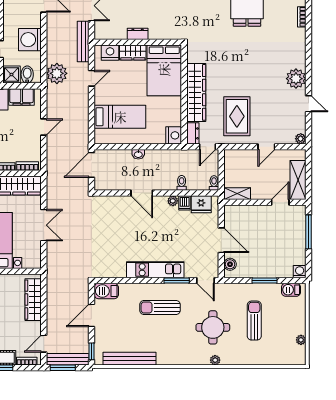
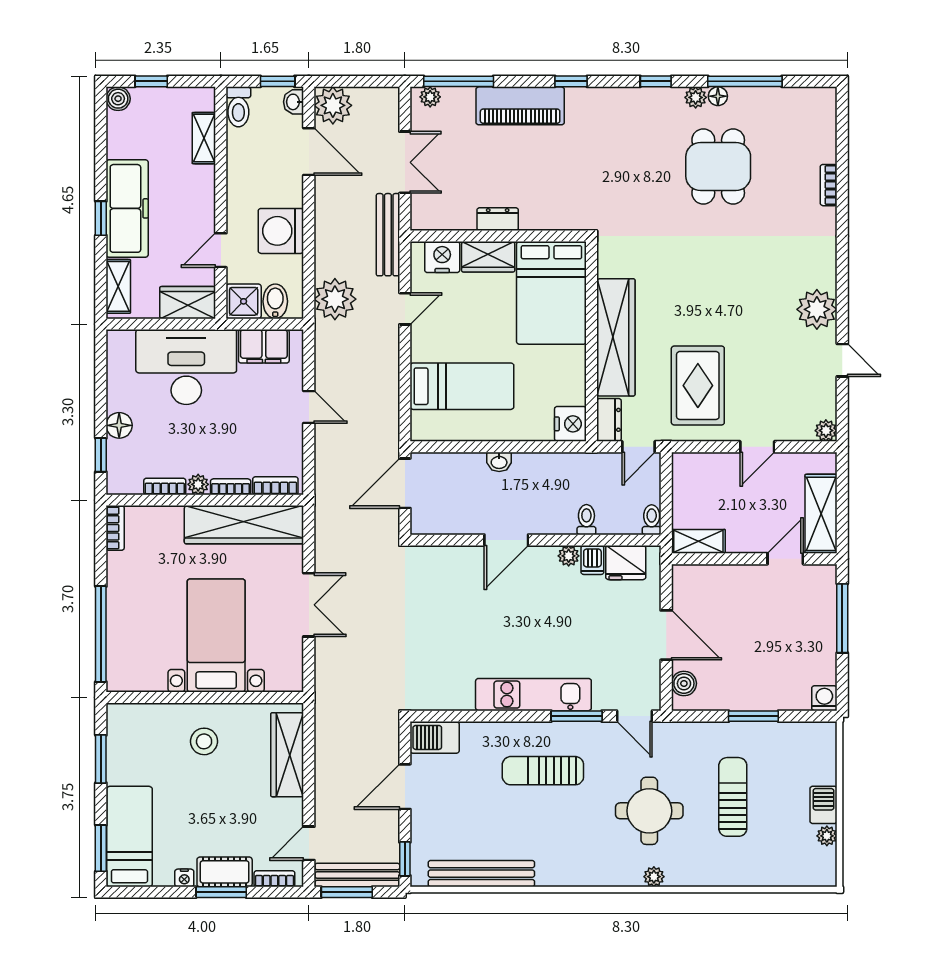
door: (44, 127) -> (309, 407), hinge flipped
door: (142, 193) -> (506, 540), hinge flipped
barbecue: (291, 290) -> (823, 805), moved, turned 90

